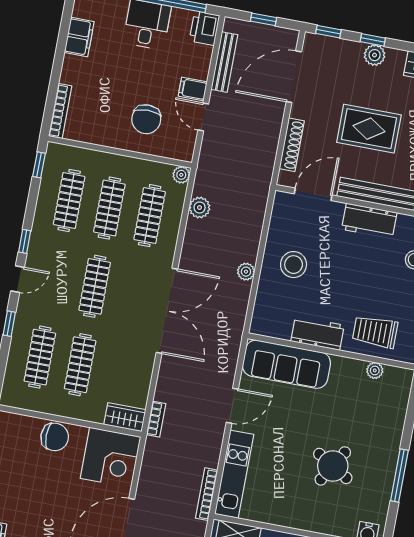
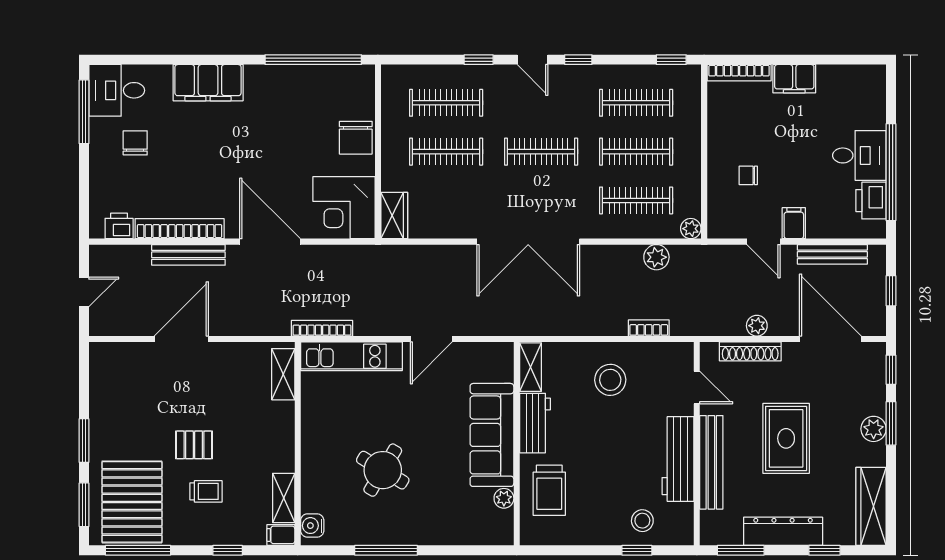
printer: (204, 28) -> (871, 201), moved, turned -90
filing cabinet: (79, 37) -> (794, 79), moved
window: (373, 40) -> (891, 423), width x1.50
door: (203, 117) -> (763, 242), swing flipped
chair: (146, 119) -> (748, 175), width x0.54, depth x0.54
door: (313, 194) -> (697, 387), width x0.73
workbench: (369, 221) -> (678, 459), width x1.38
plant: (246, 272) -> (757, 326), moved
shelving: (271, 328) -> (531, 367), added
trolley: (375, 332) -> (549, 490), turned 180
sofa: (286, 364) -> (492, 435), moved
door: (232, 406) -> (431, 339), hinge flipped
bookcase: (156, 419) -> (649, 328), moved, turned 180

